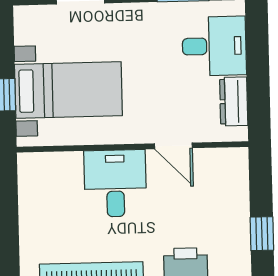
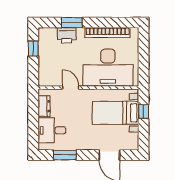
desk: (115, 183) -> (108, 68), width x1.87, depth x1.30

